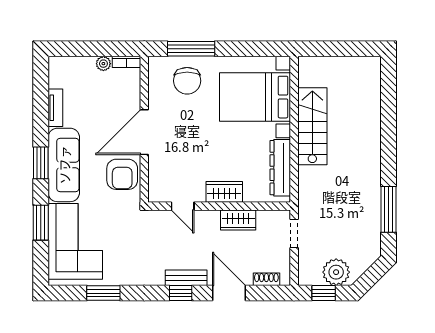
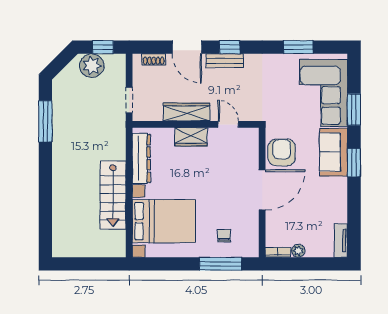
chair: (187, 81) -> (224, 236), width x0.54, depth x0.54
tv unit: (55, 108) -> (341, 240), moved
sofa: (64, 165) -> (334, 152), width x0.73
wardrobe: (238, 220) -> (186, 112), width x1.50

